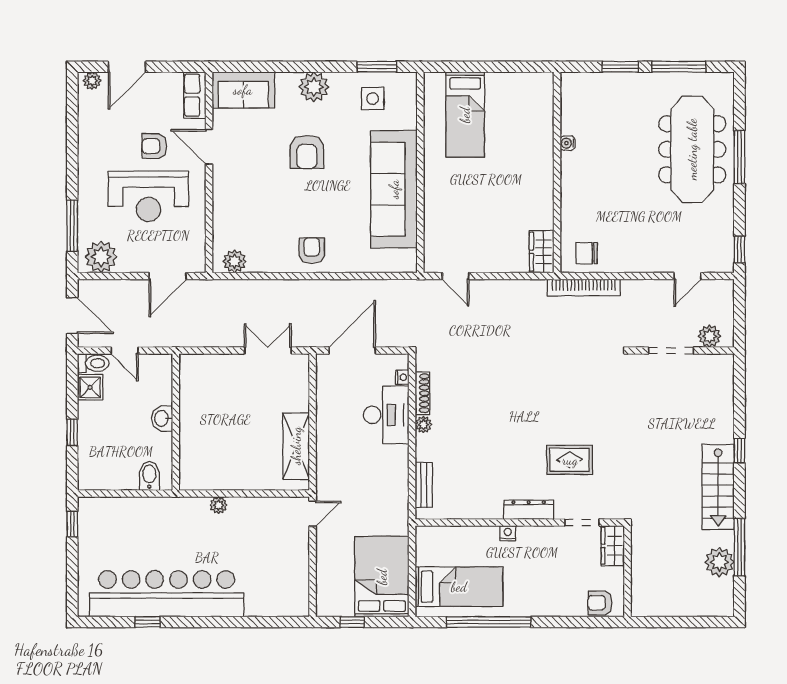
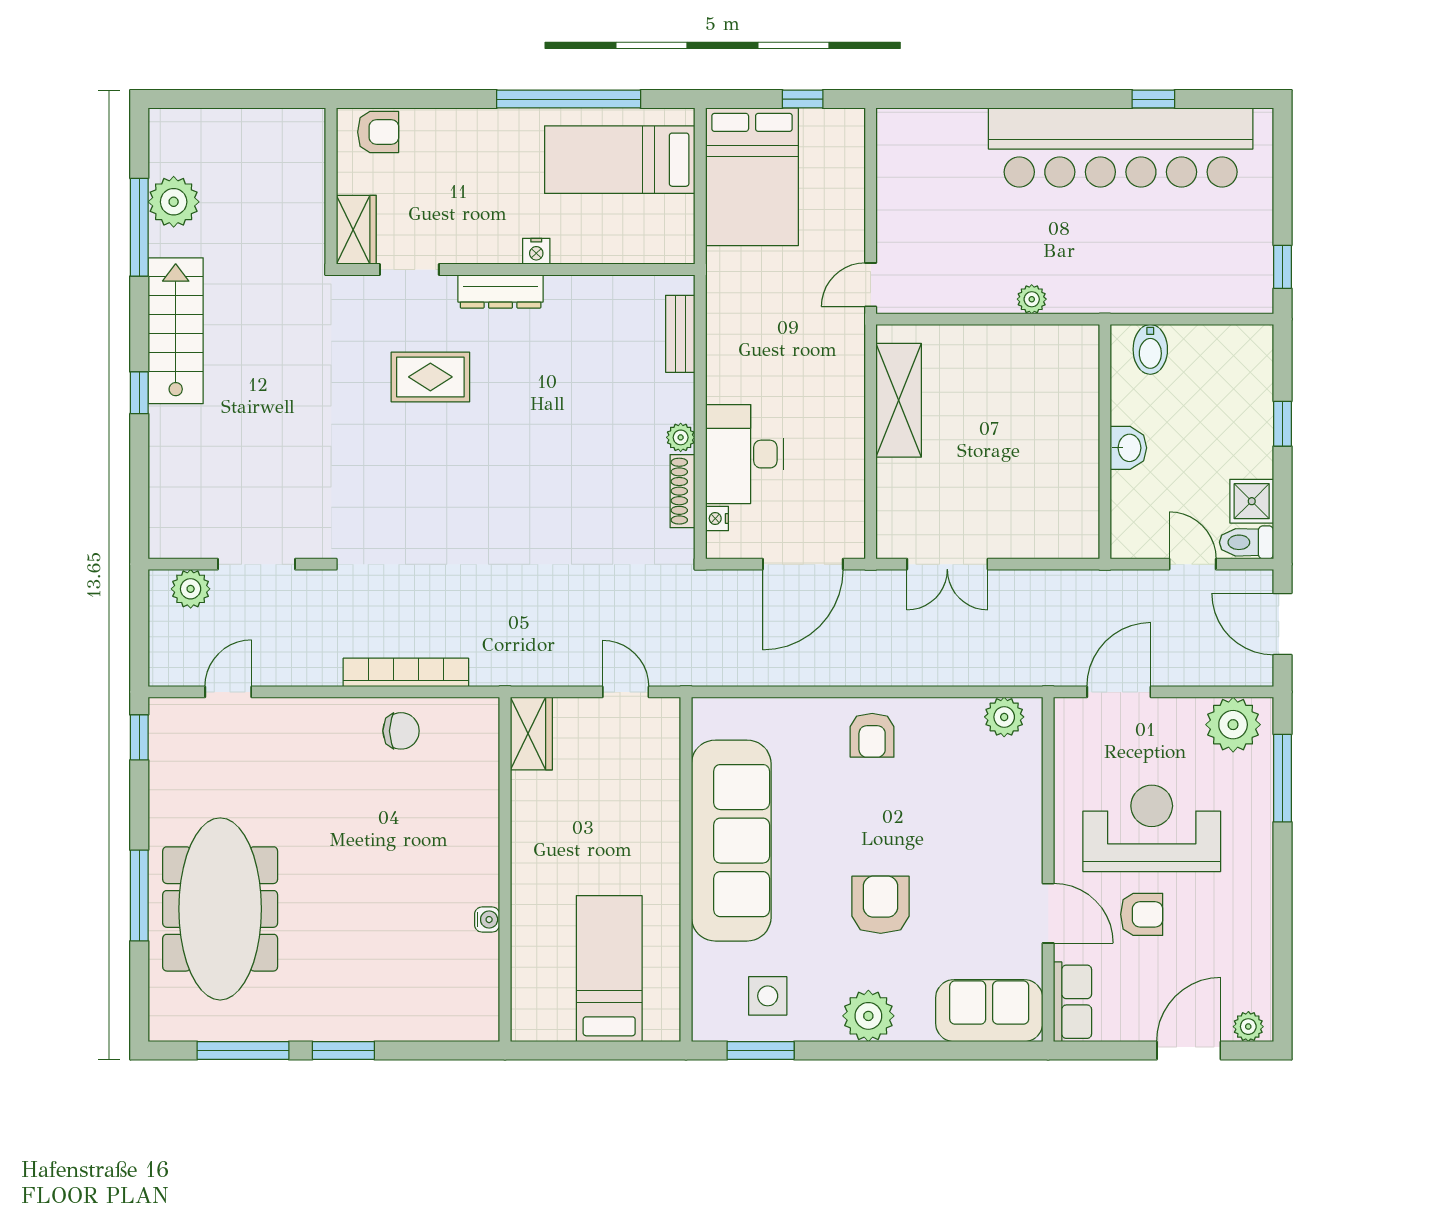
water cooler: (568, 143) -> (487, 920), moved
wall: (557, 172) -> (505, 869), moved
wardrobe: (542, 252) -> (531, 734), moved

